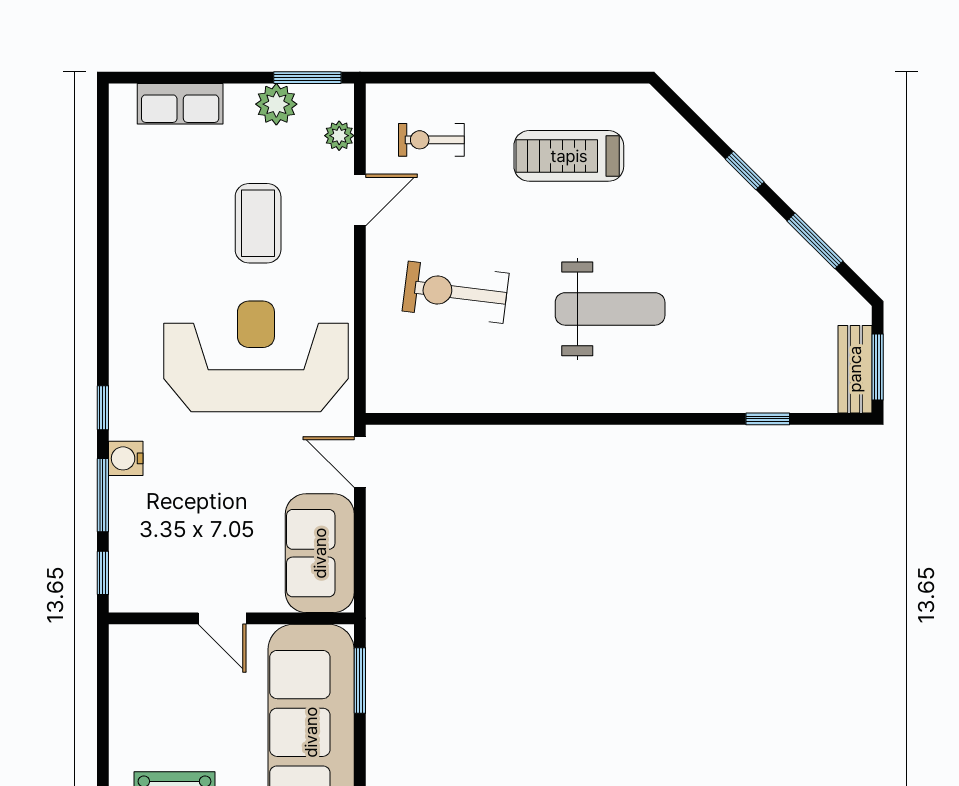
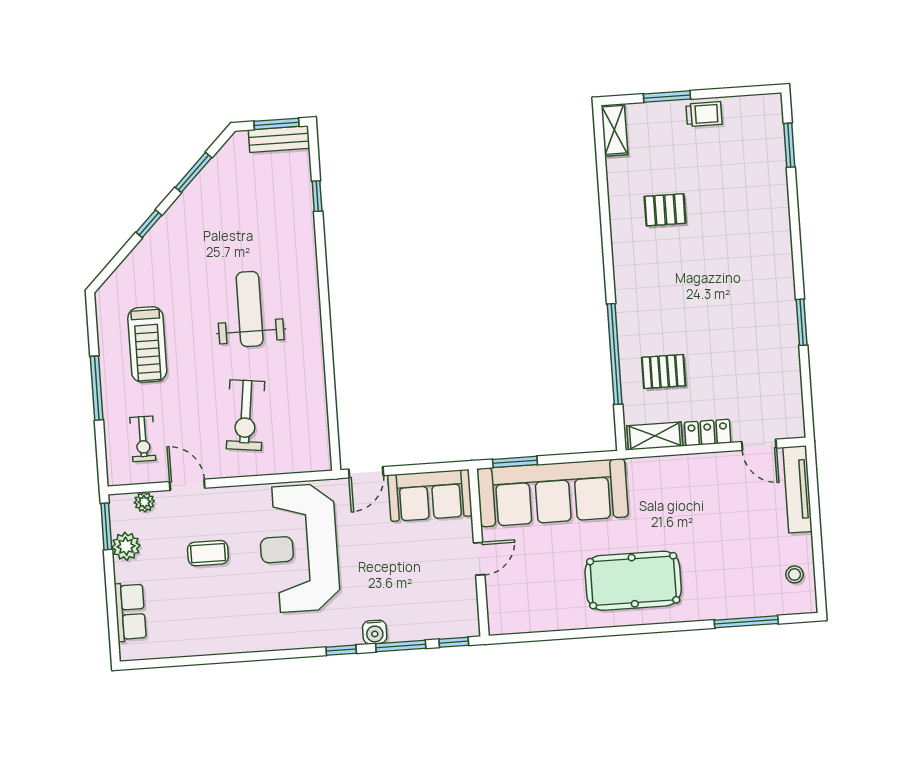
window: (510, 78) -> (97, 388), added
coffee table: (258, 223) -> (208, 553), width x0.73, depth x0.77

